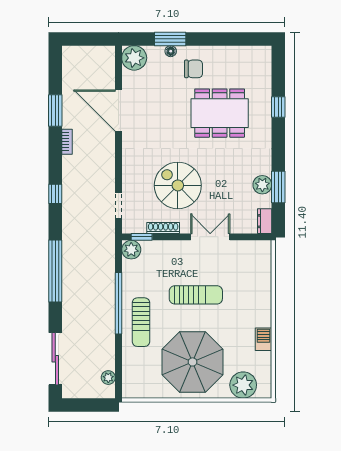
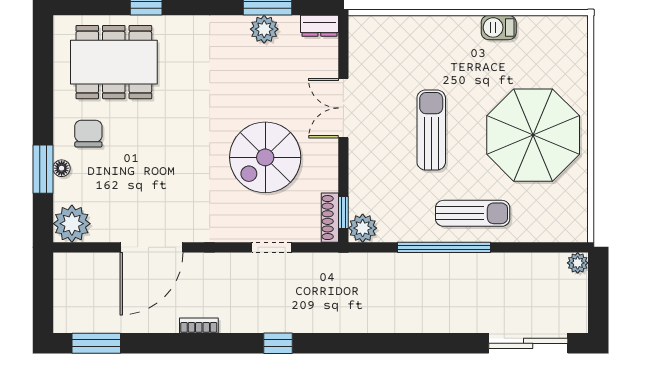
window: (55, 110) -> (96, 343), moved
dining table: (220, 113) -> (114, 62), moved, turned 90
doorway: (119, 205) -> (272, 247), moved
shoe rack: (163, 228) -> (330, 218), moved
window: (55, 271) -> (395, 343), removed
plant: (108, 378) -> (578, 263), moved
plant: (243, 385) -> (568, 58), removed

